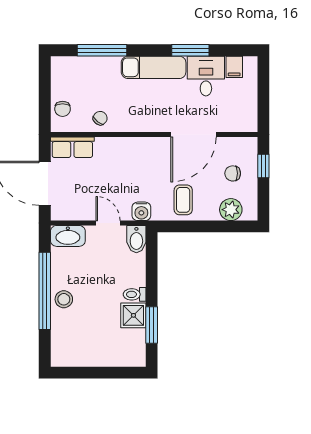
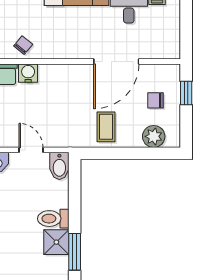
water cooler: (141, 211) -> (28, 73), moved, turned 180
toilet: (135, 294) -> (53, 219), width x1.37, depth x1.39

